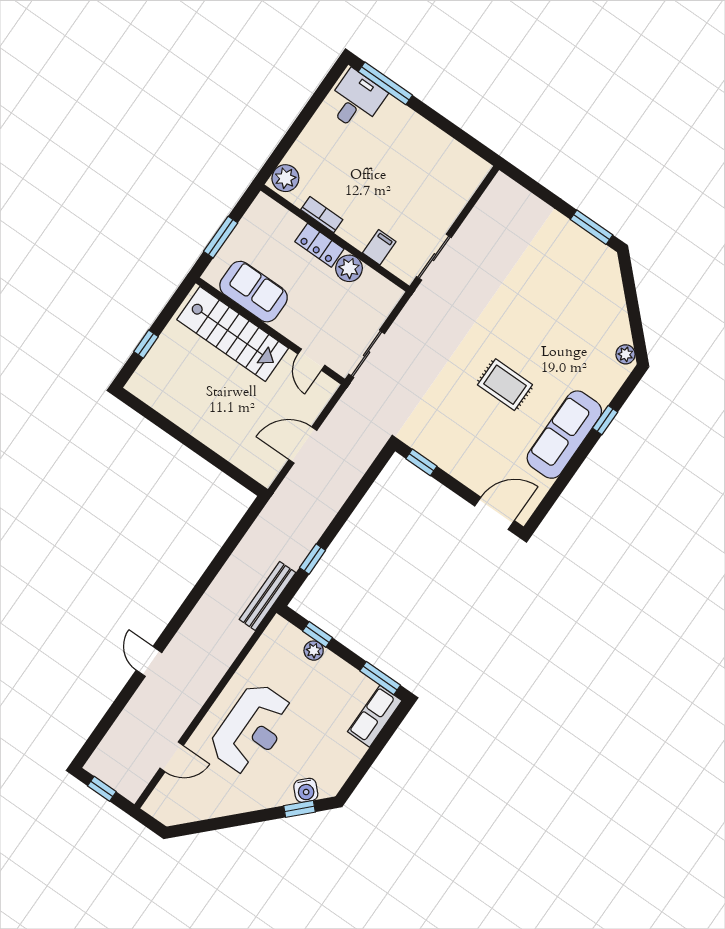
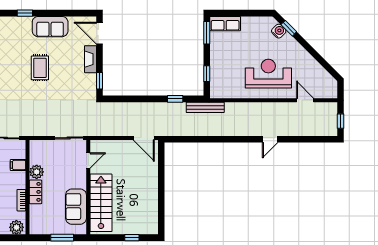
sofa: (564, 435) -> (50, 27), width x0.73
door: (303, 445) -> (144, 138), moved
fireplace: (464, 472) -> (91, 59), added
plant: (314, 651) -> (215, 70), removed

